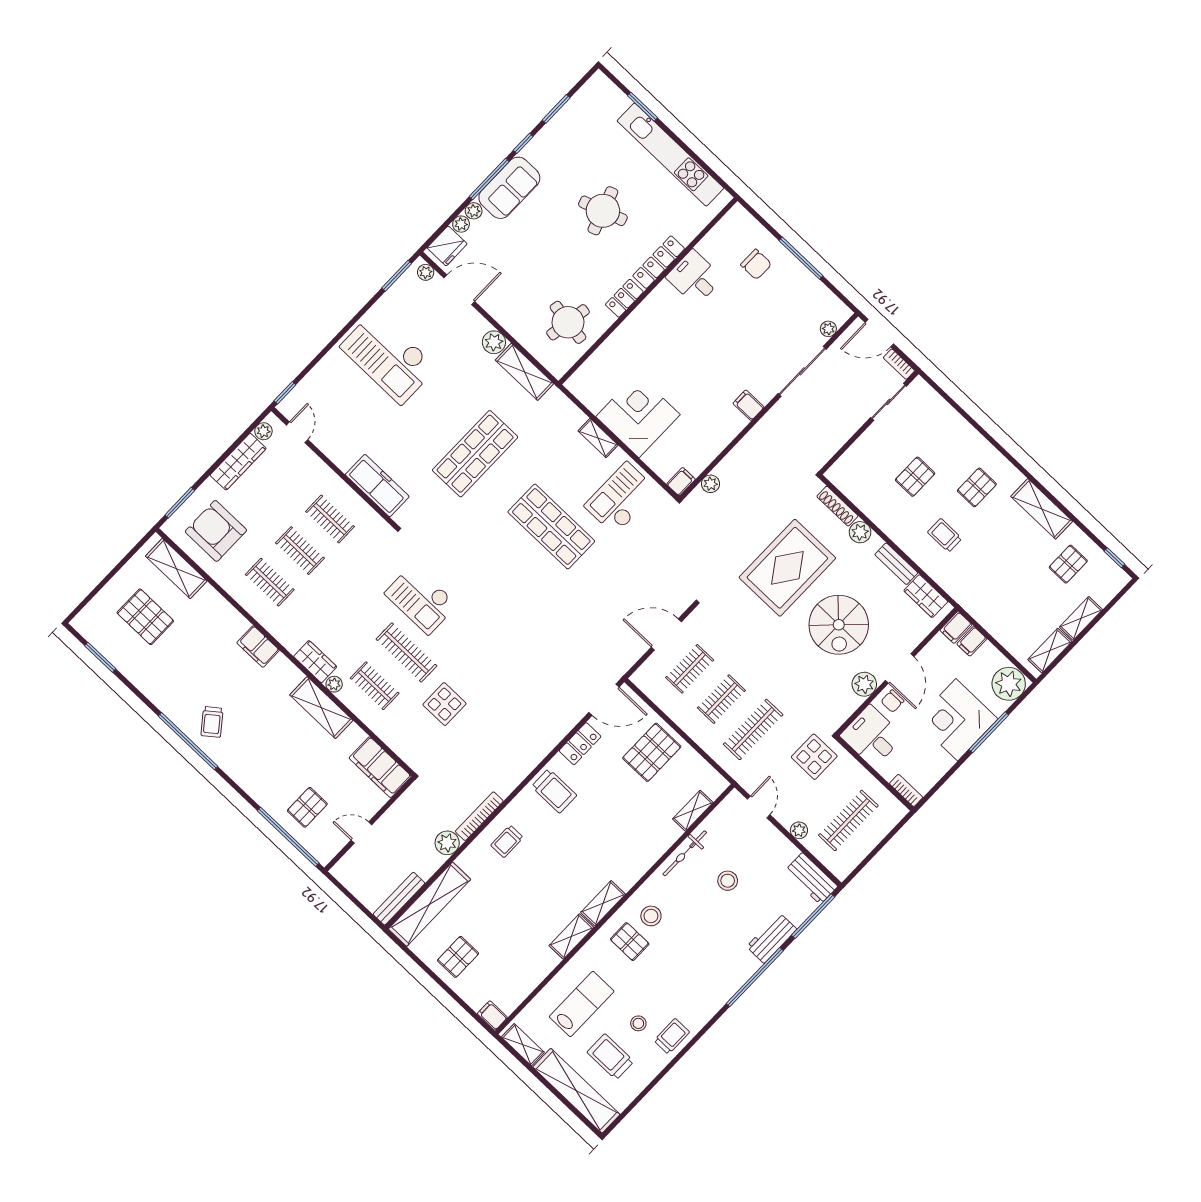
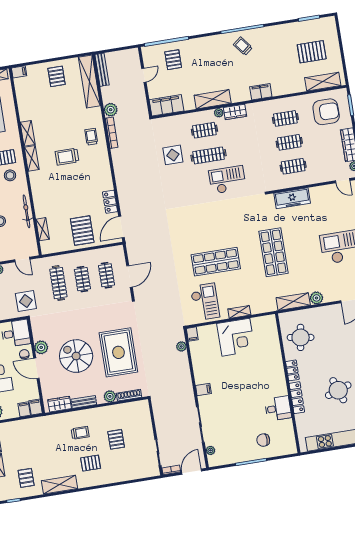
pallet: (977, 487) -> (91, 463), turned 90
trolley: (554, 791) -> (67, 157), moved

